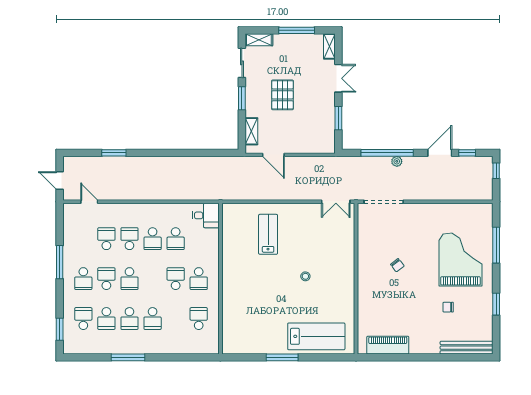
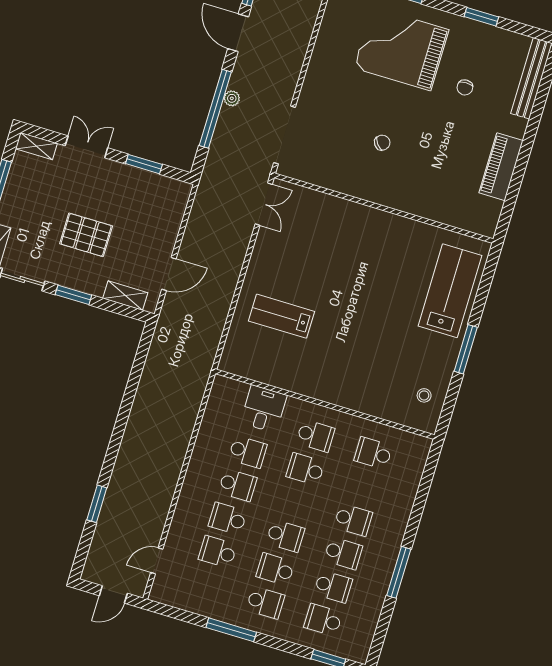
desk: (206, 215) -> (264, 409), moved
stool: (305, 276) -> (424, 395), moved
piano: (388, 345) -> (501, 167), moved

